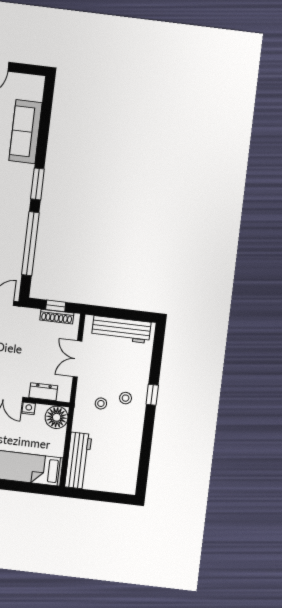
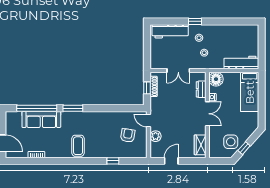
window: (30, 244) -> (37, 108), moved
workbench: (121, 329) -> (170, 31), moved, turned 90

